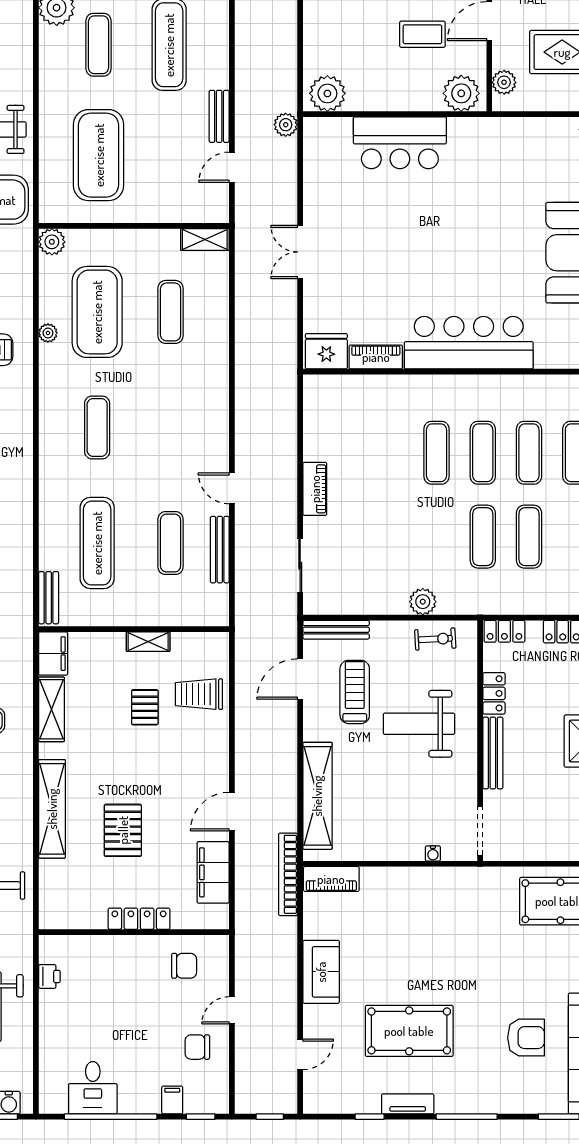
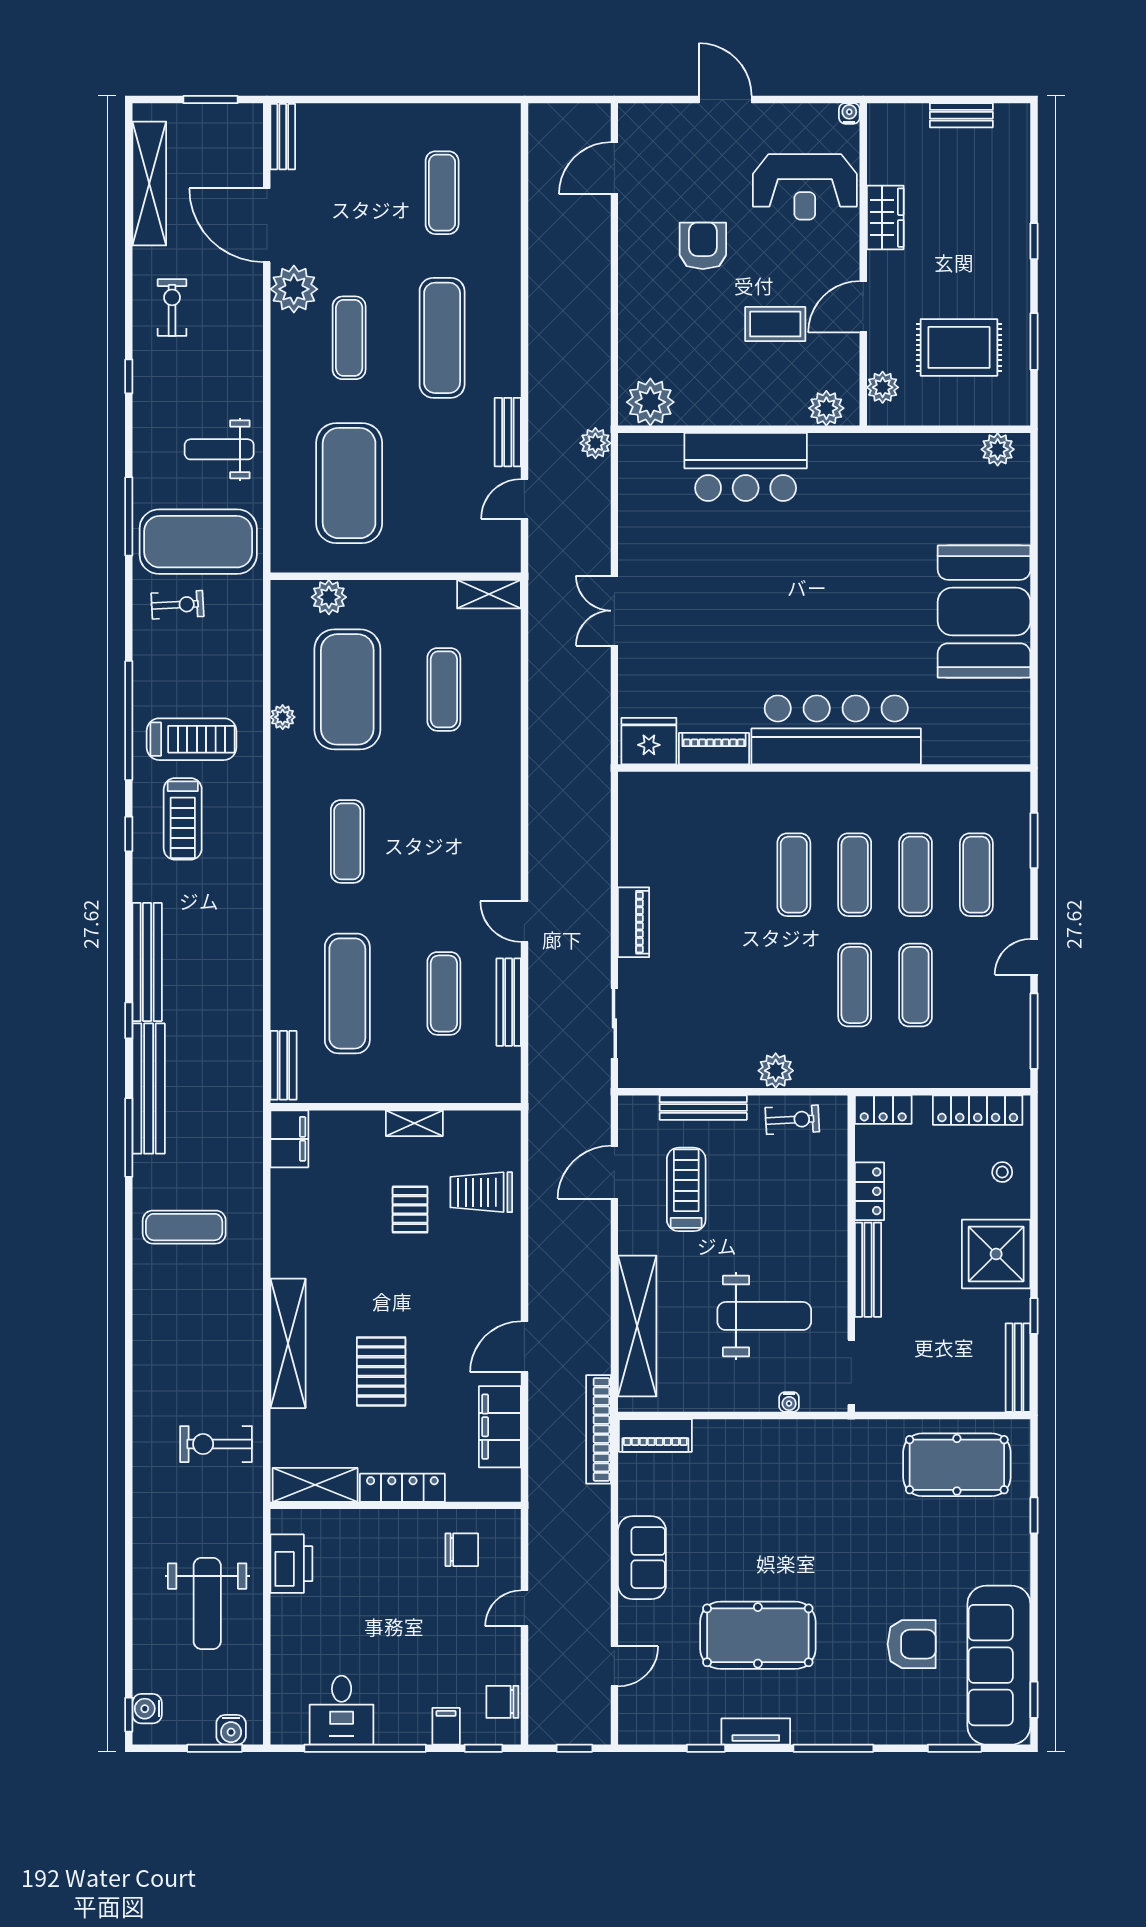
plant: (461, 93) -> (826, 408), width x0.73, depth x0.73
plant: (52, 242) -> (329, 597), moved
bench: (336, 630) -> (703, 1108), moved
shelving: (52, 709) -> (315, 1485), moved, turned 90
weight bench: (419, 724) -> (764, 1316), moved, turned 180
printer: (49, 976) -> (291, 1564), width x1.87, depth x1.48
chair: (197, 1047) -> (502, 1702), moved

